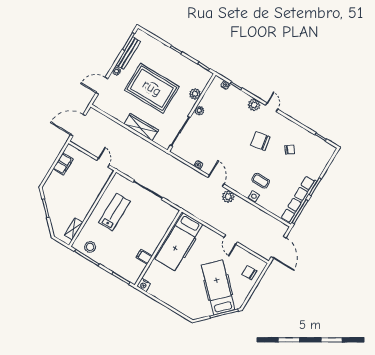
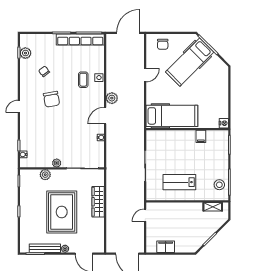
plant: (254, 105) -> (25, 53), moved

